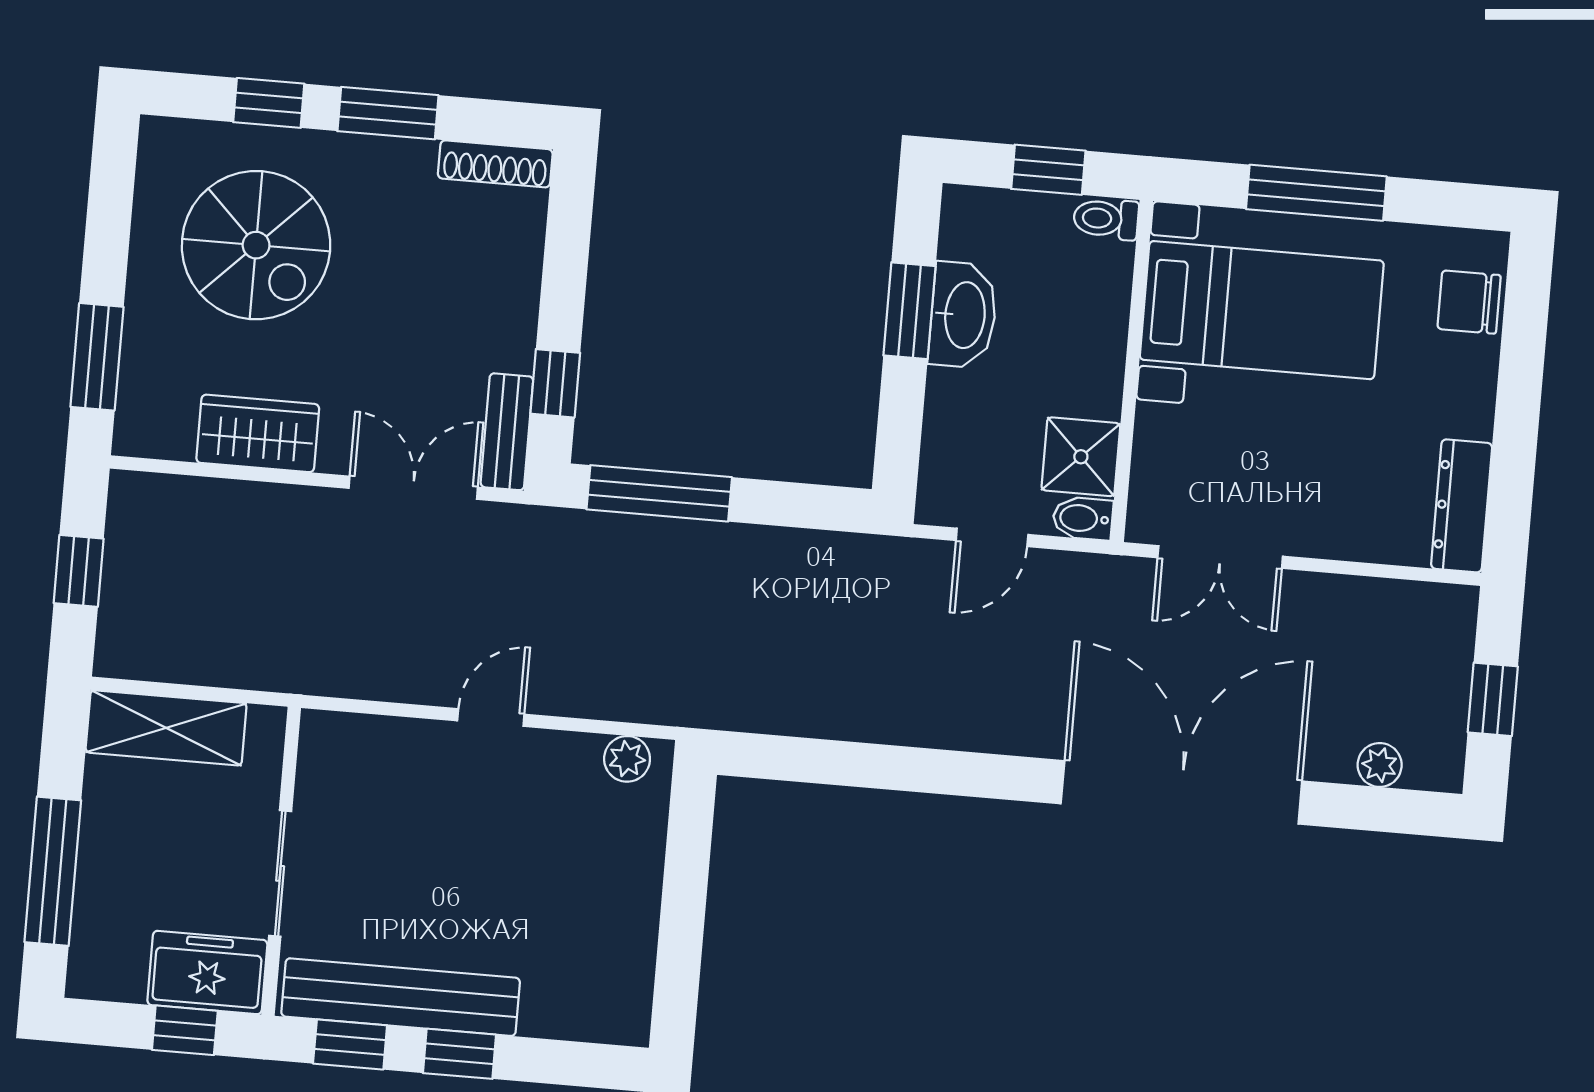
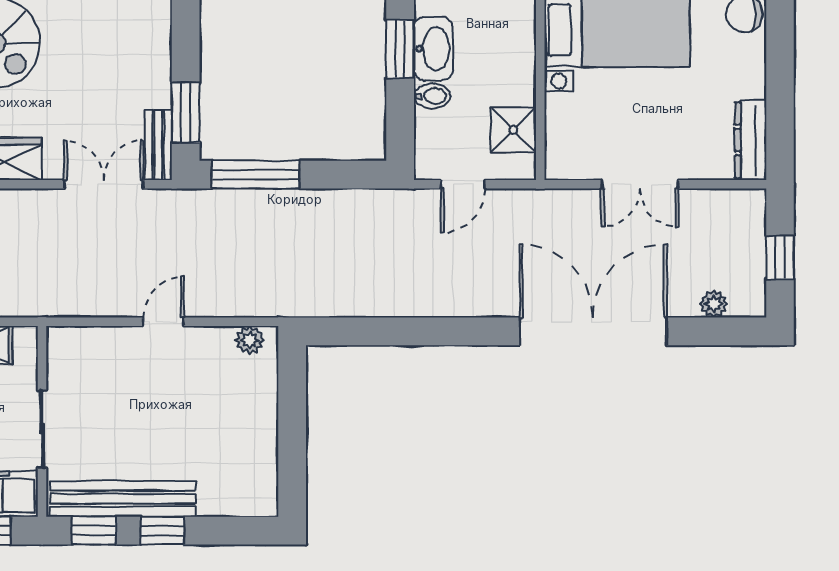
window: (555, 383) -> (186, 112), width x1.50
bidet: (1083, 518) -> (432, 96), moved, turned 180
double door: (1220, 557) -> (640, 184), moved

